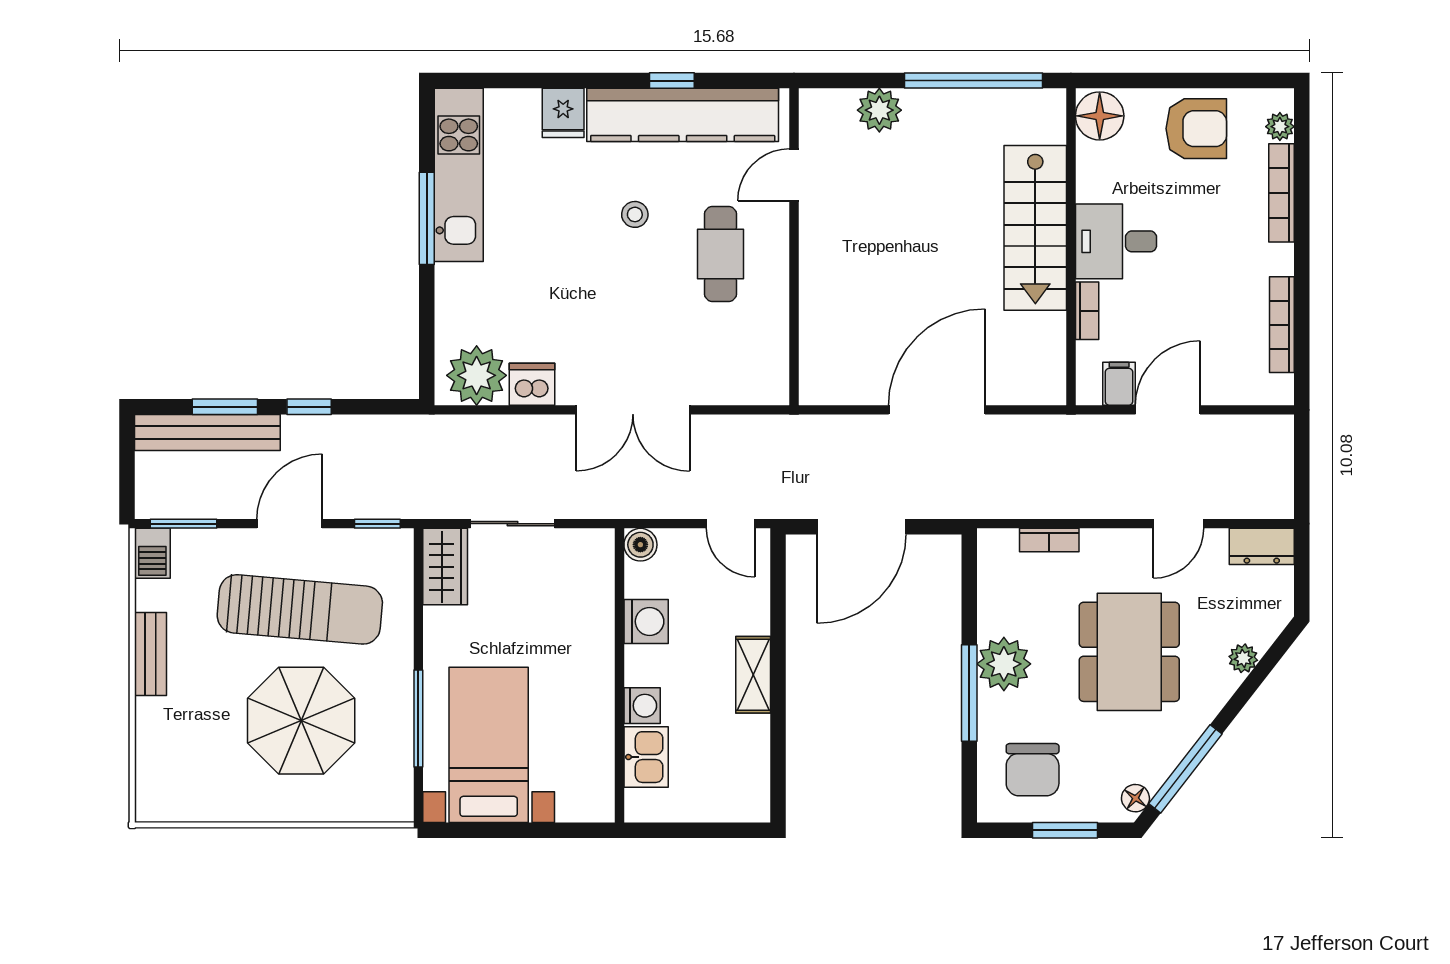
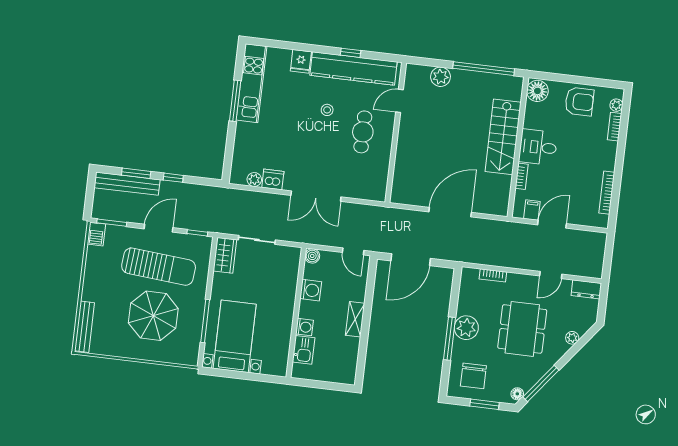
bookcase: (1281, 193) -> (615, 127), width x0.64
plant: (477, 375) -> (254, 180), width x0.53, depth x0.53
bench: (150, 654) -> (85, 327), moved, width x1.36

